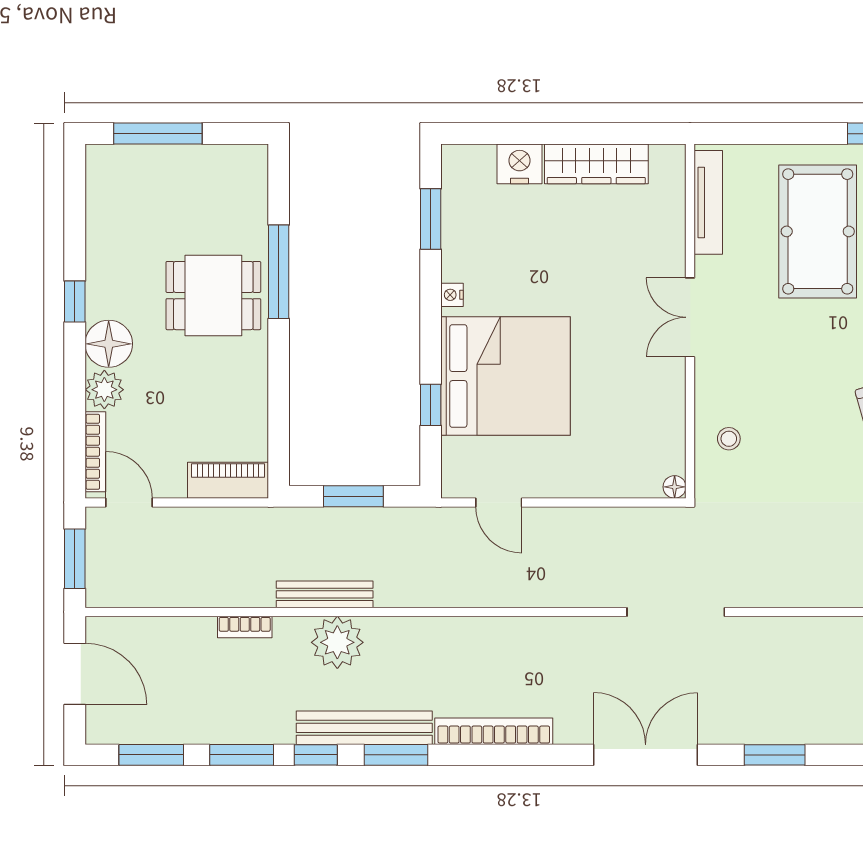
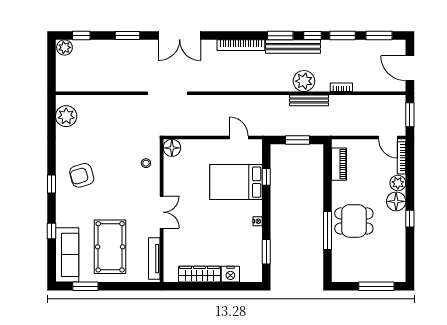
bed: (506, 376) -> (236, 182), width x0.73
piano: (228, 480) -> (339, 164), moved, turned -90
floor lamp: (675, 487) -> (172, 148), width x1.89, depth x1.89

